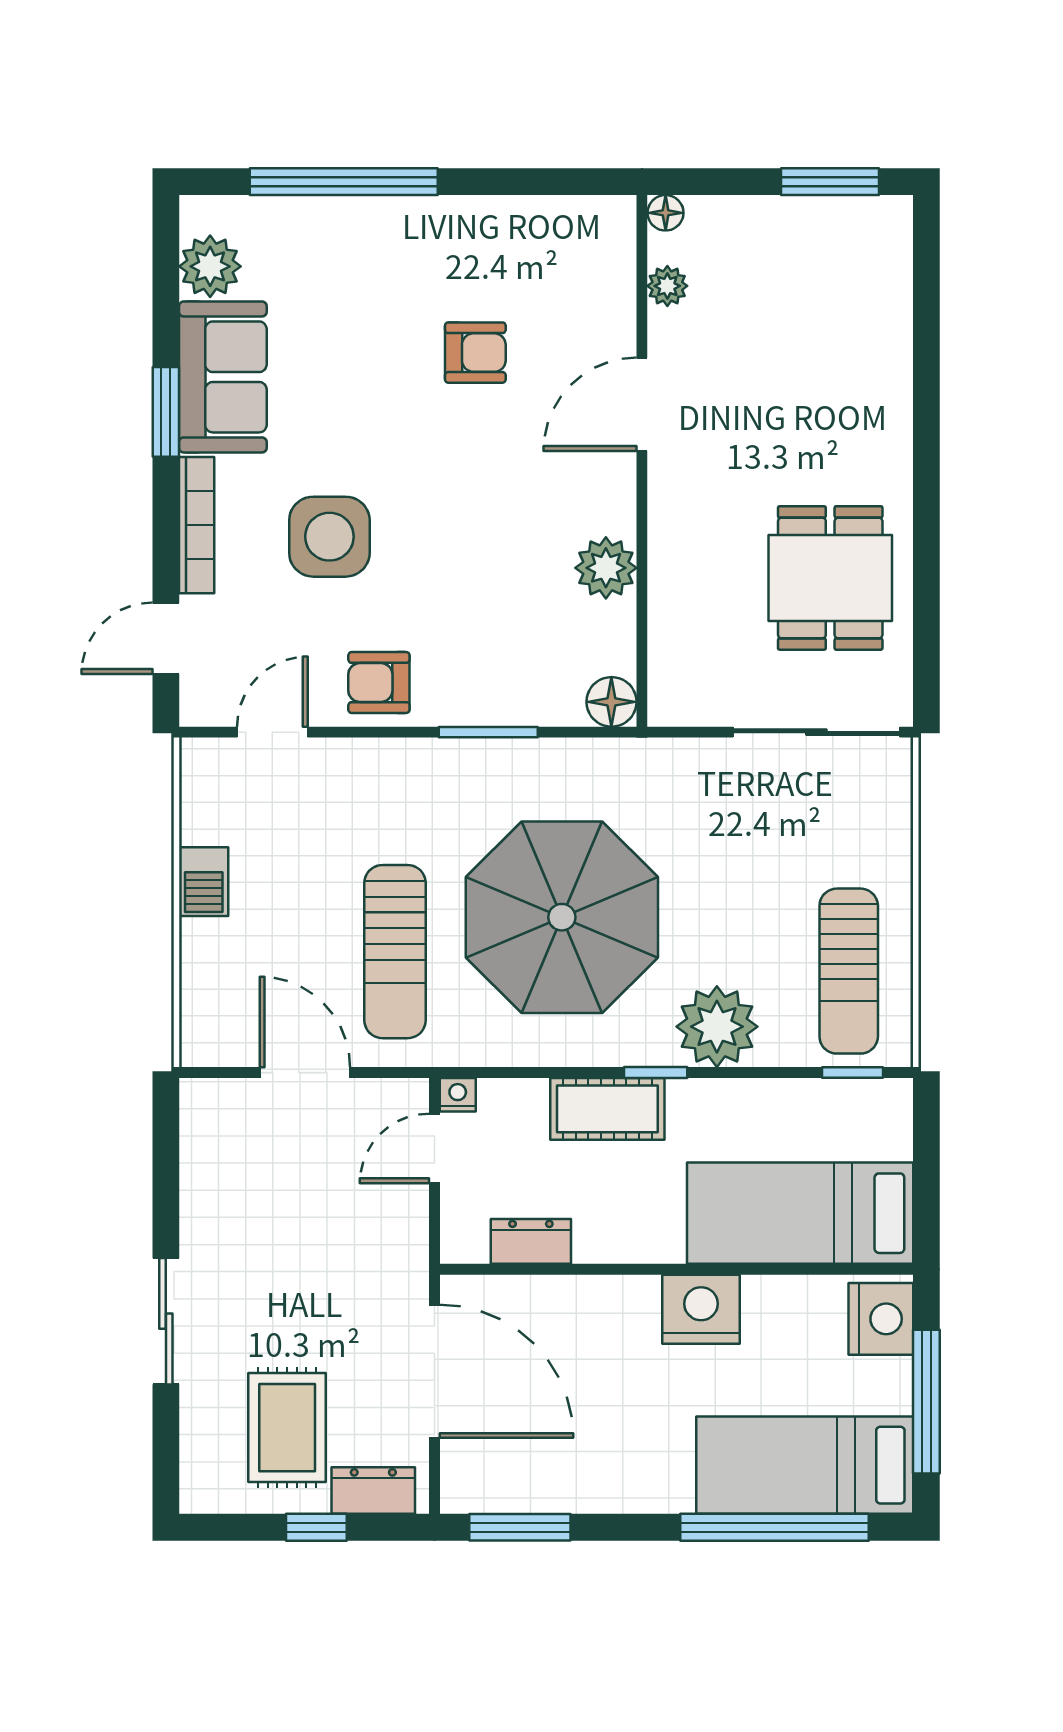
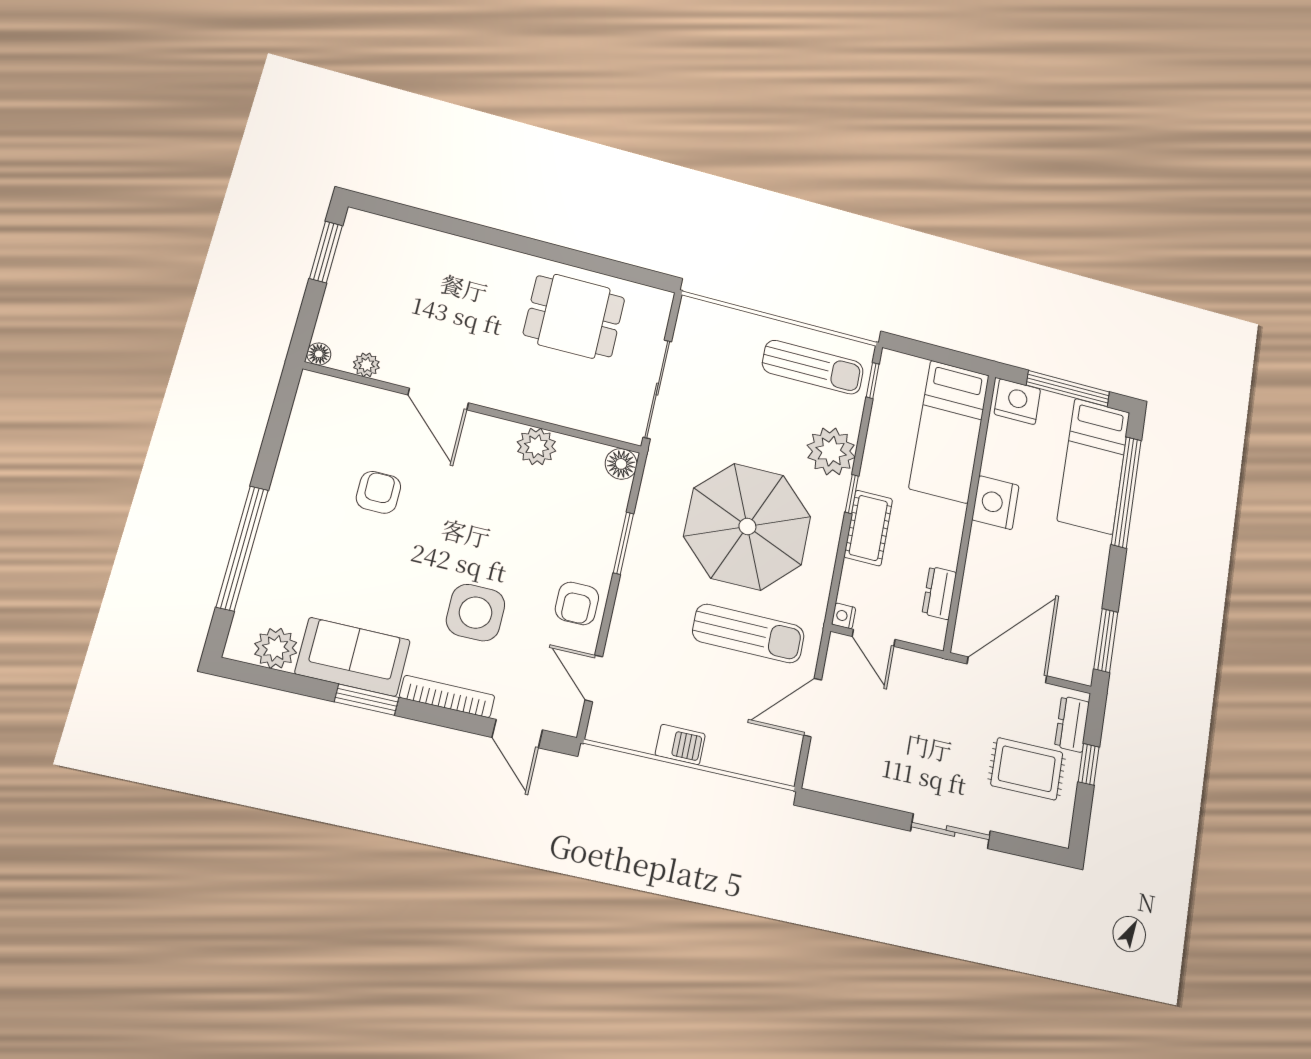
sliding door: (816, 732) -> (657, 389), moved

